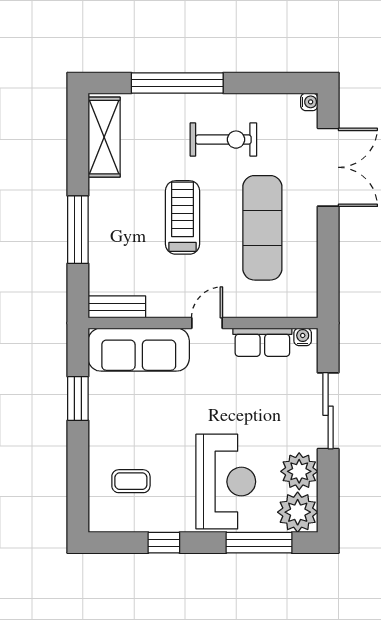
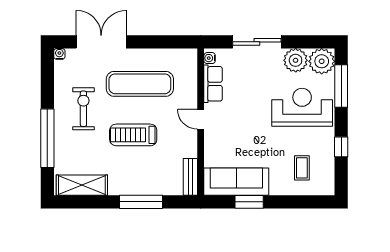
sofa: (139, 350) -> (236, 182), moved, turned -90

